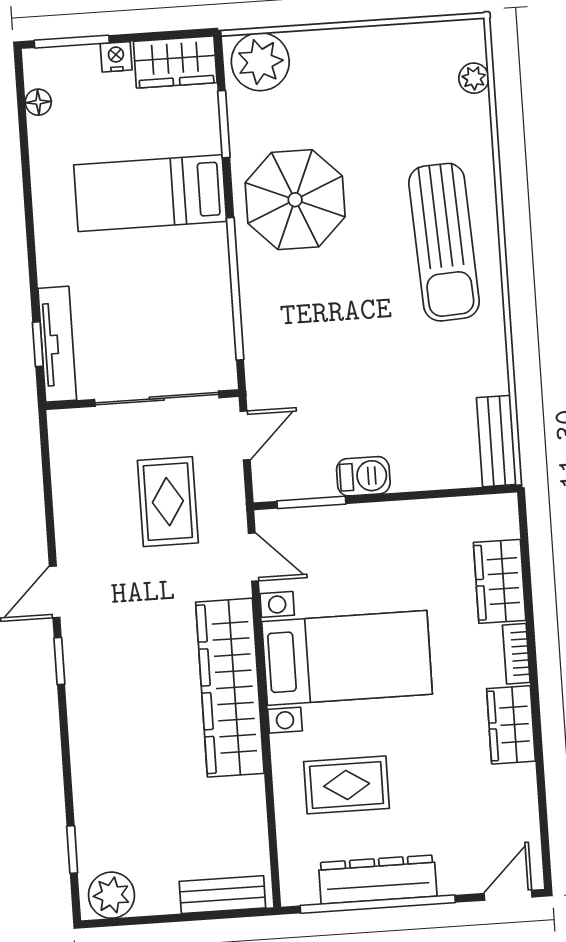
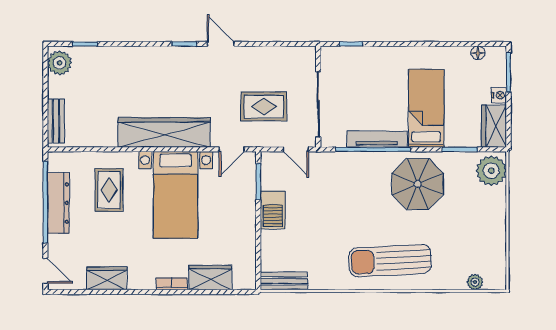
tv unit: (57, 344) -> (377, 139), moved, turned 180
barbecue: (363, 476) -> (273, 210), width x1.38, depth x1.27
wardrobe: (511, 725) -> (107, 278), moved

